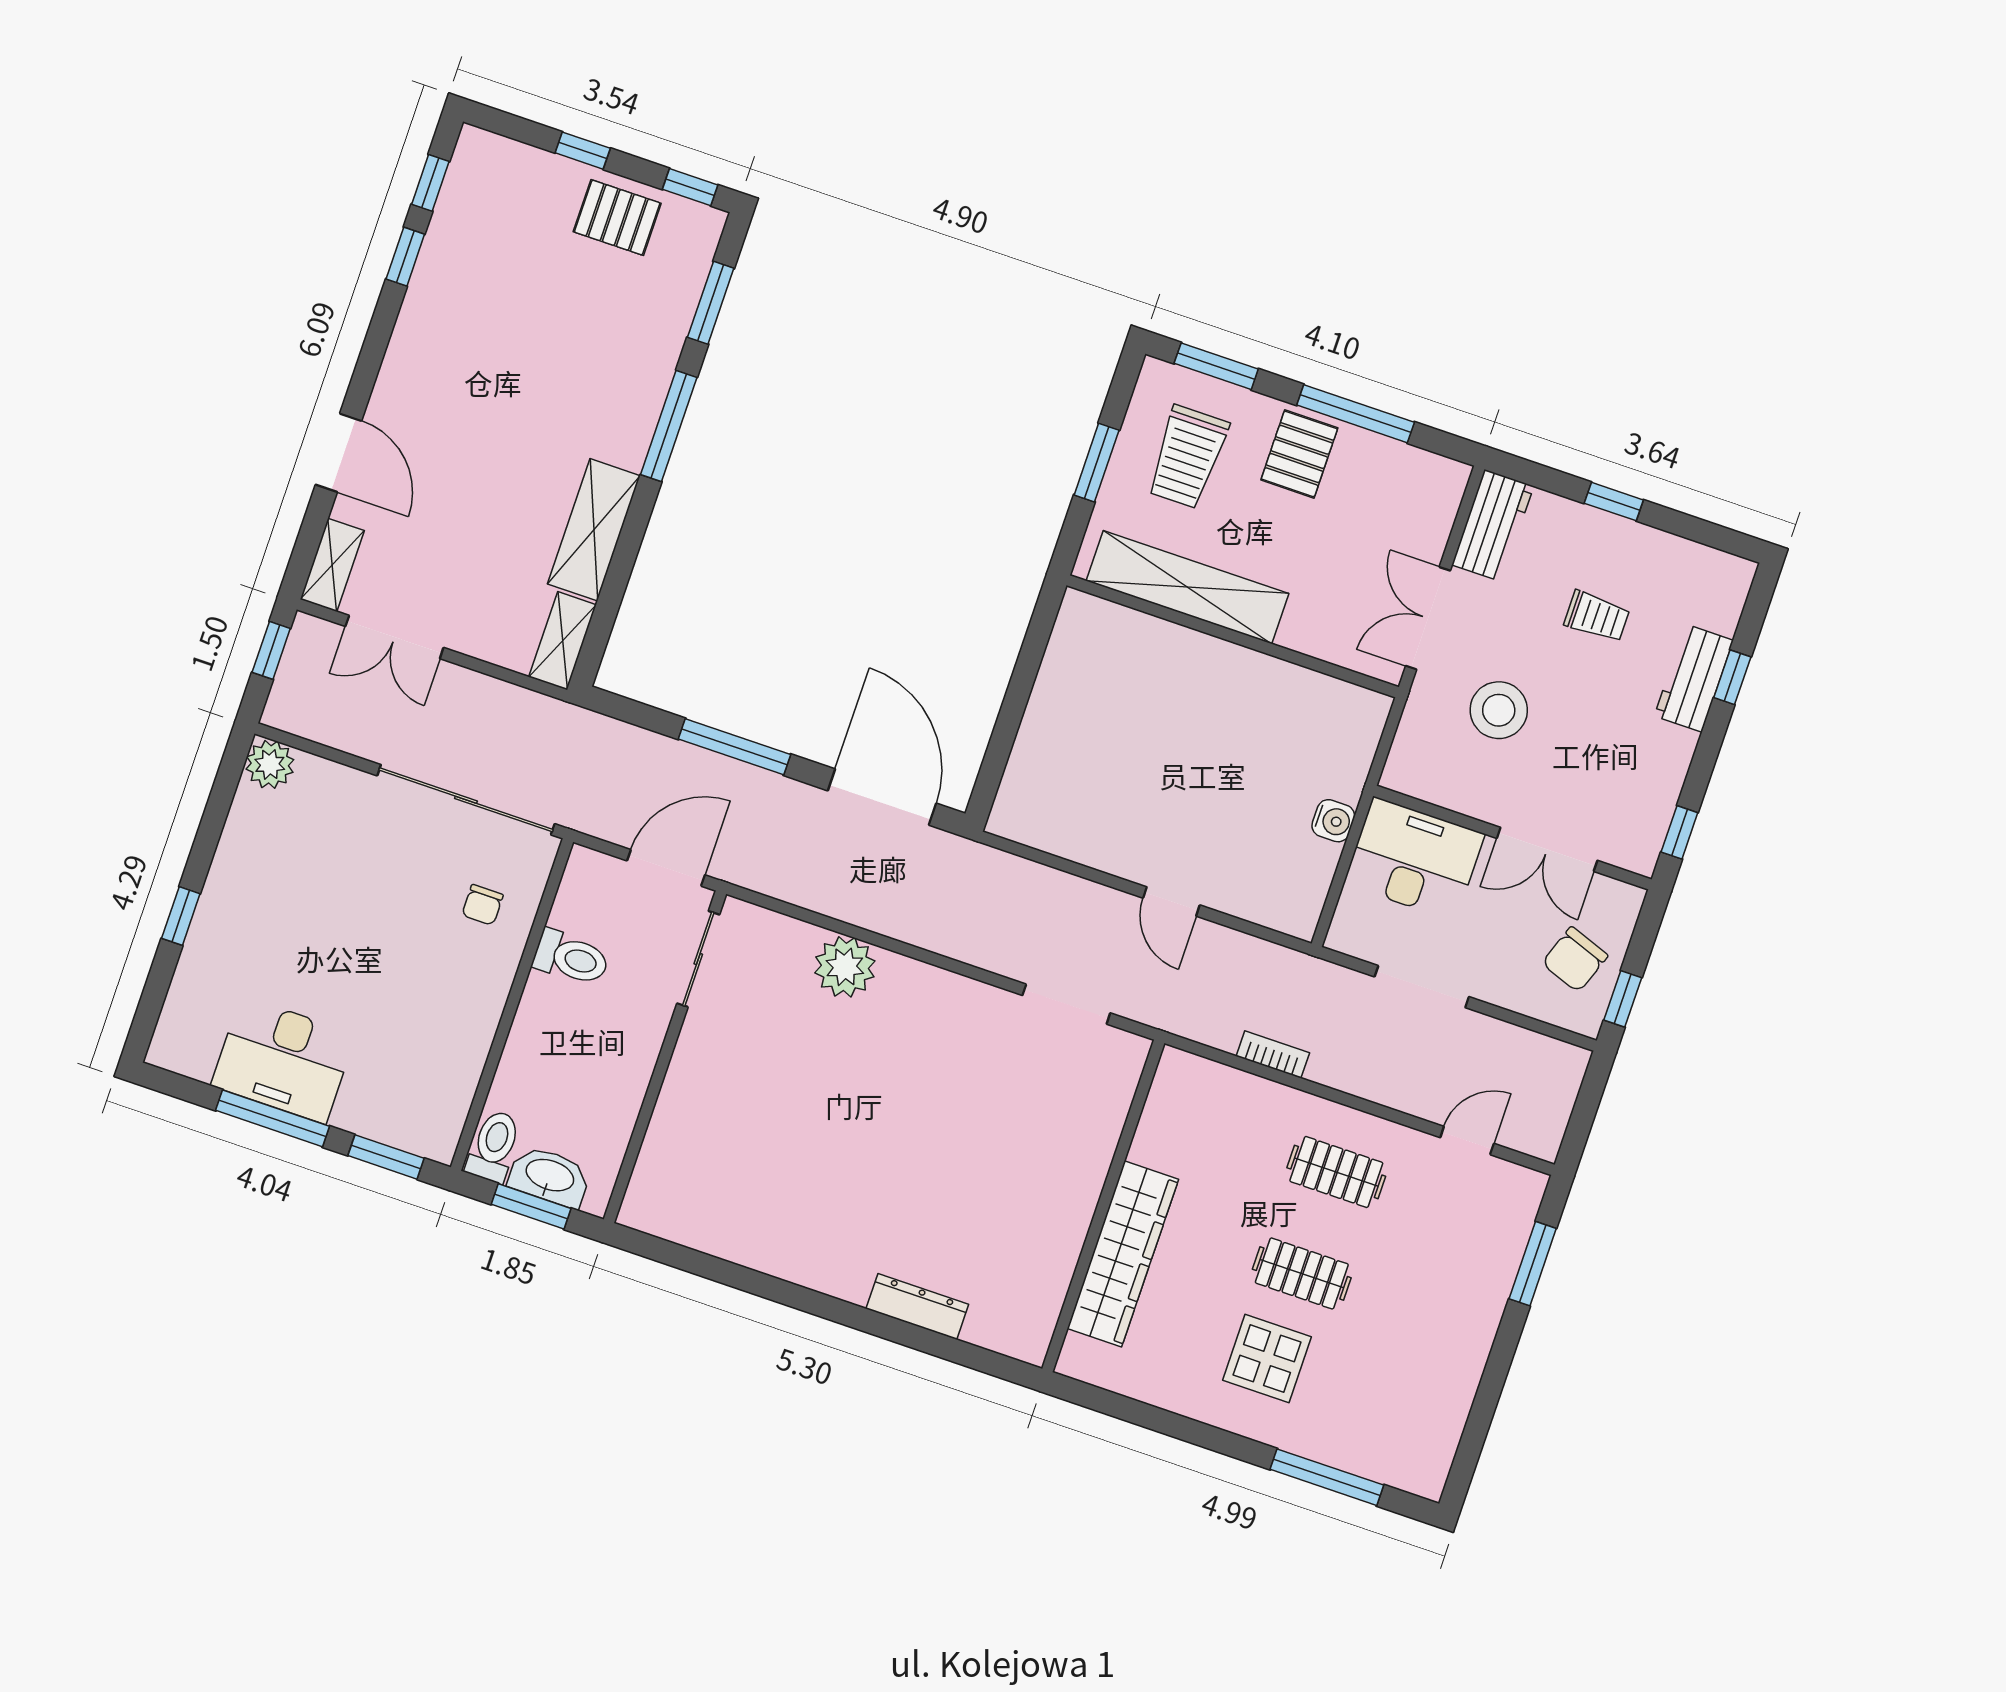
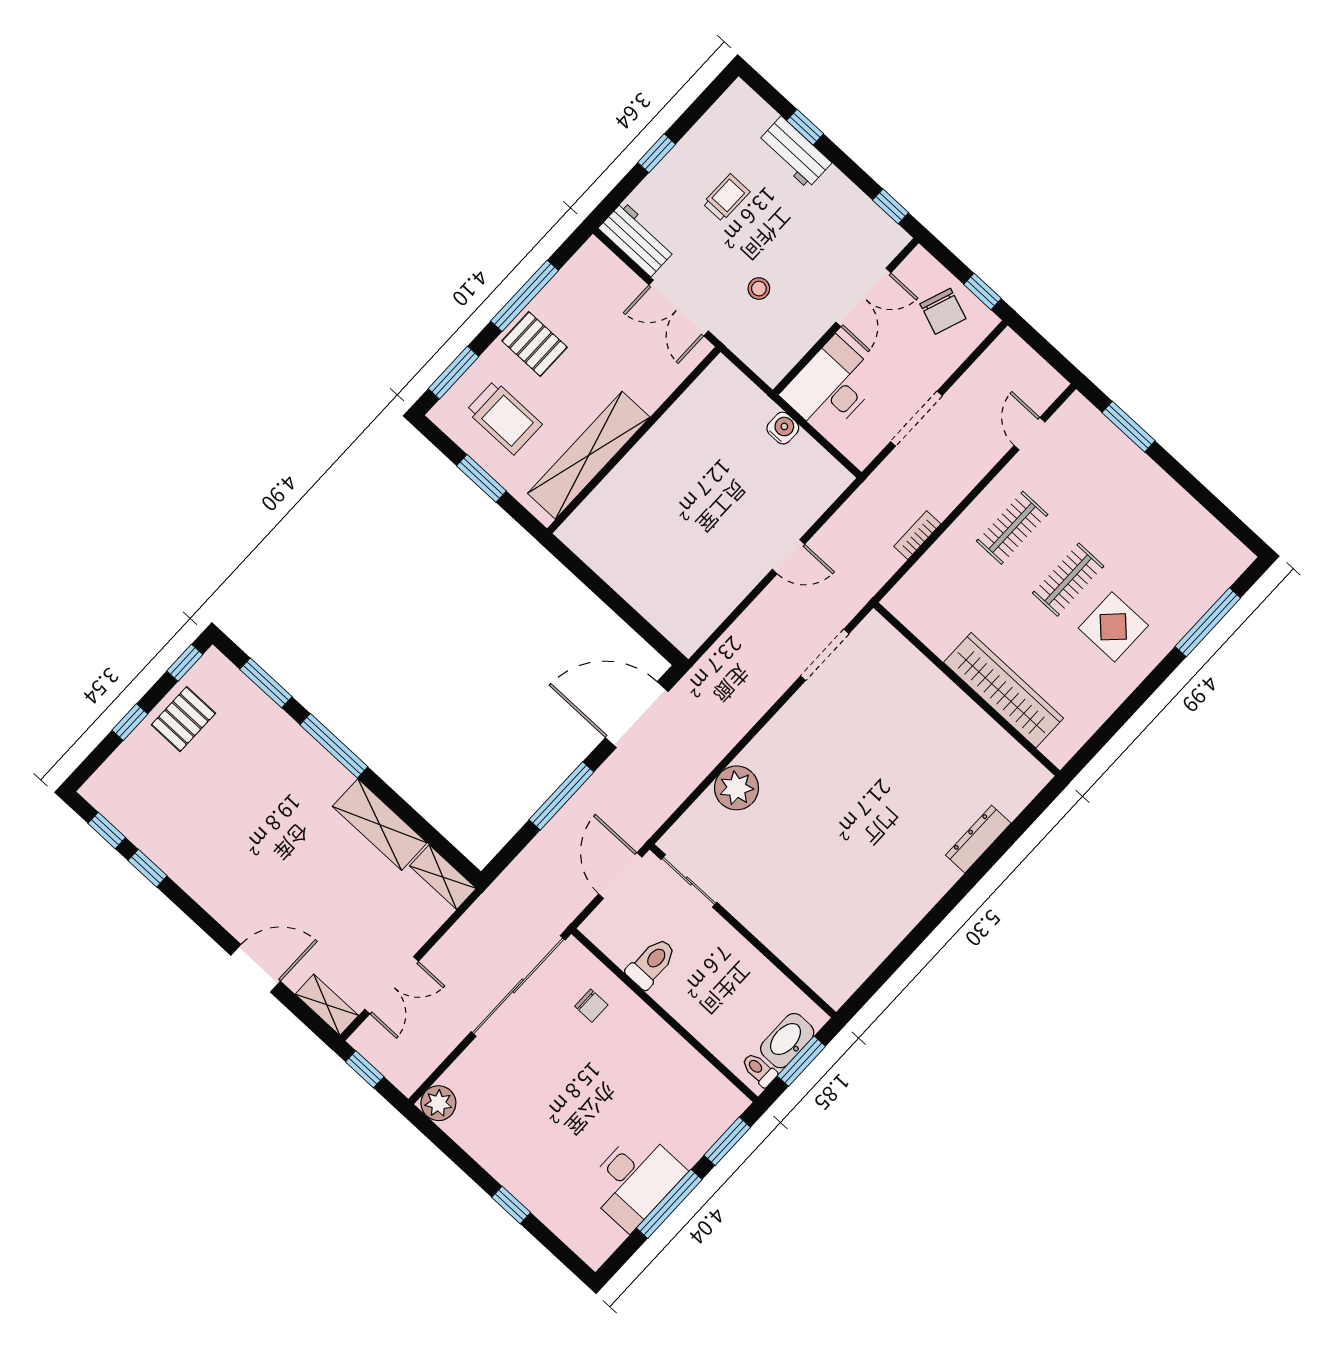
stool: (1499, 710) -> (759, 289), width x0.53, depth x0.53
toilet: (494, 1146) -> (759, 1070), width x0.73, depth x0.72

